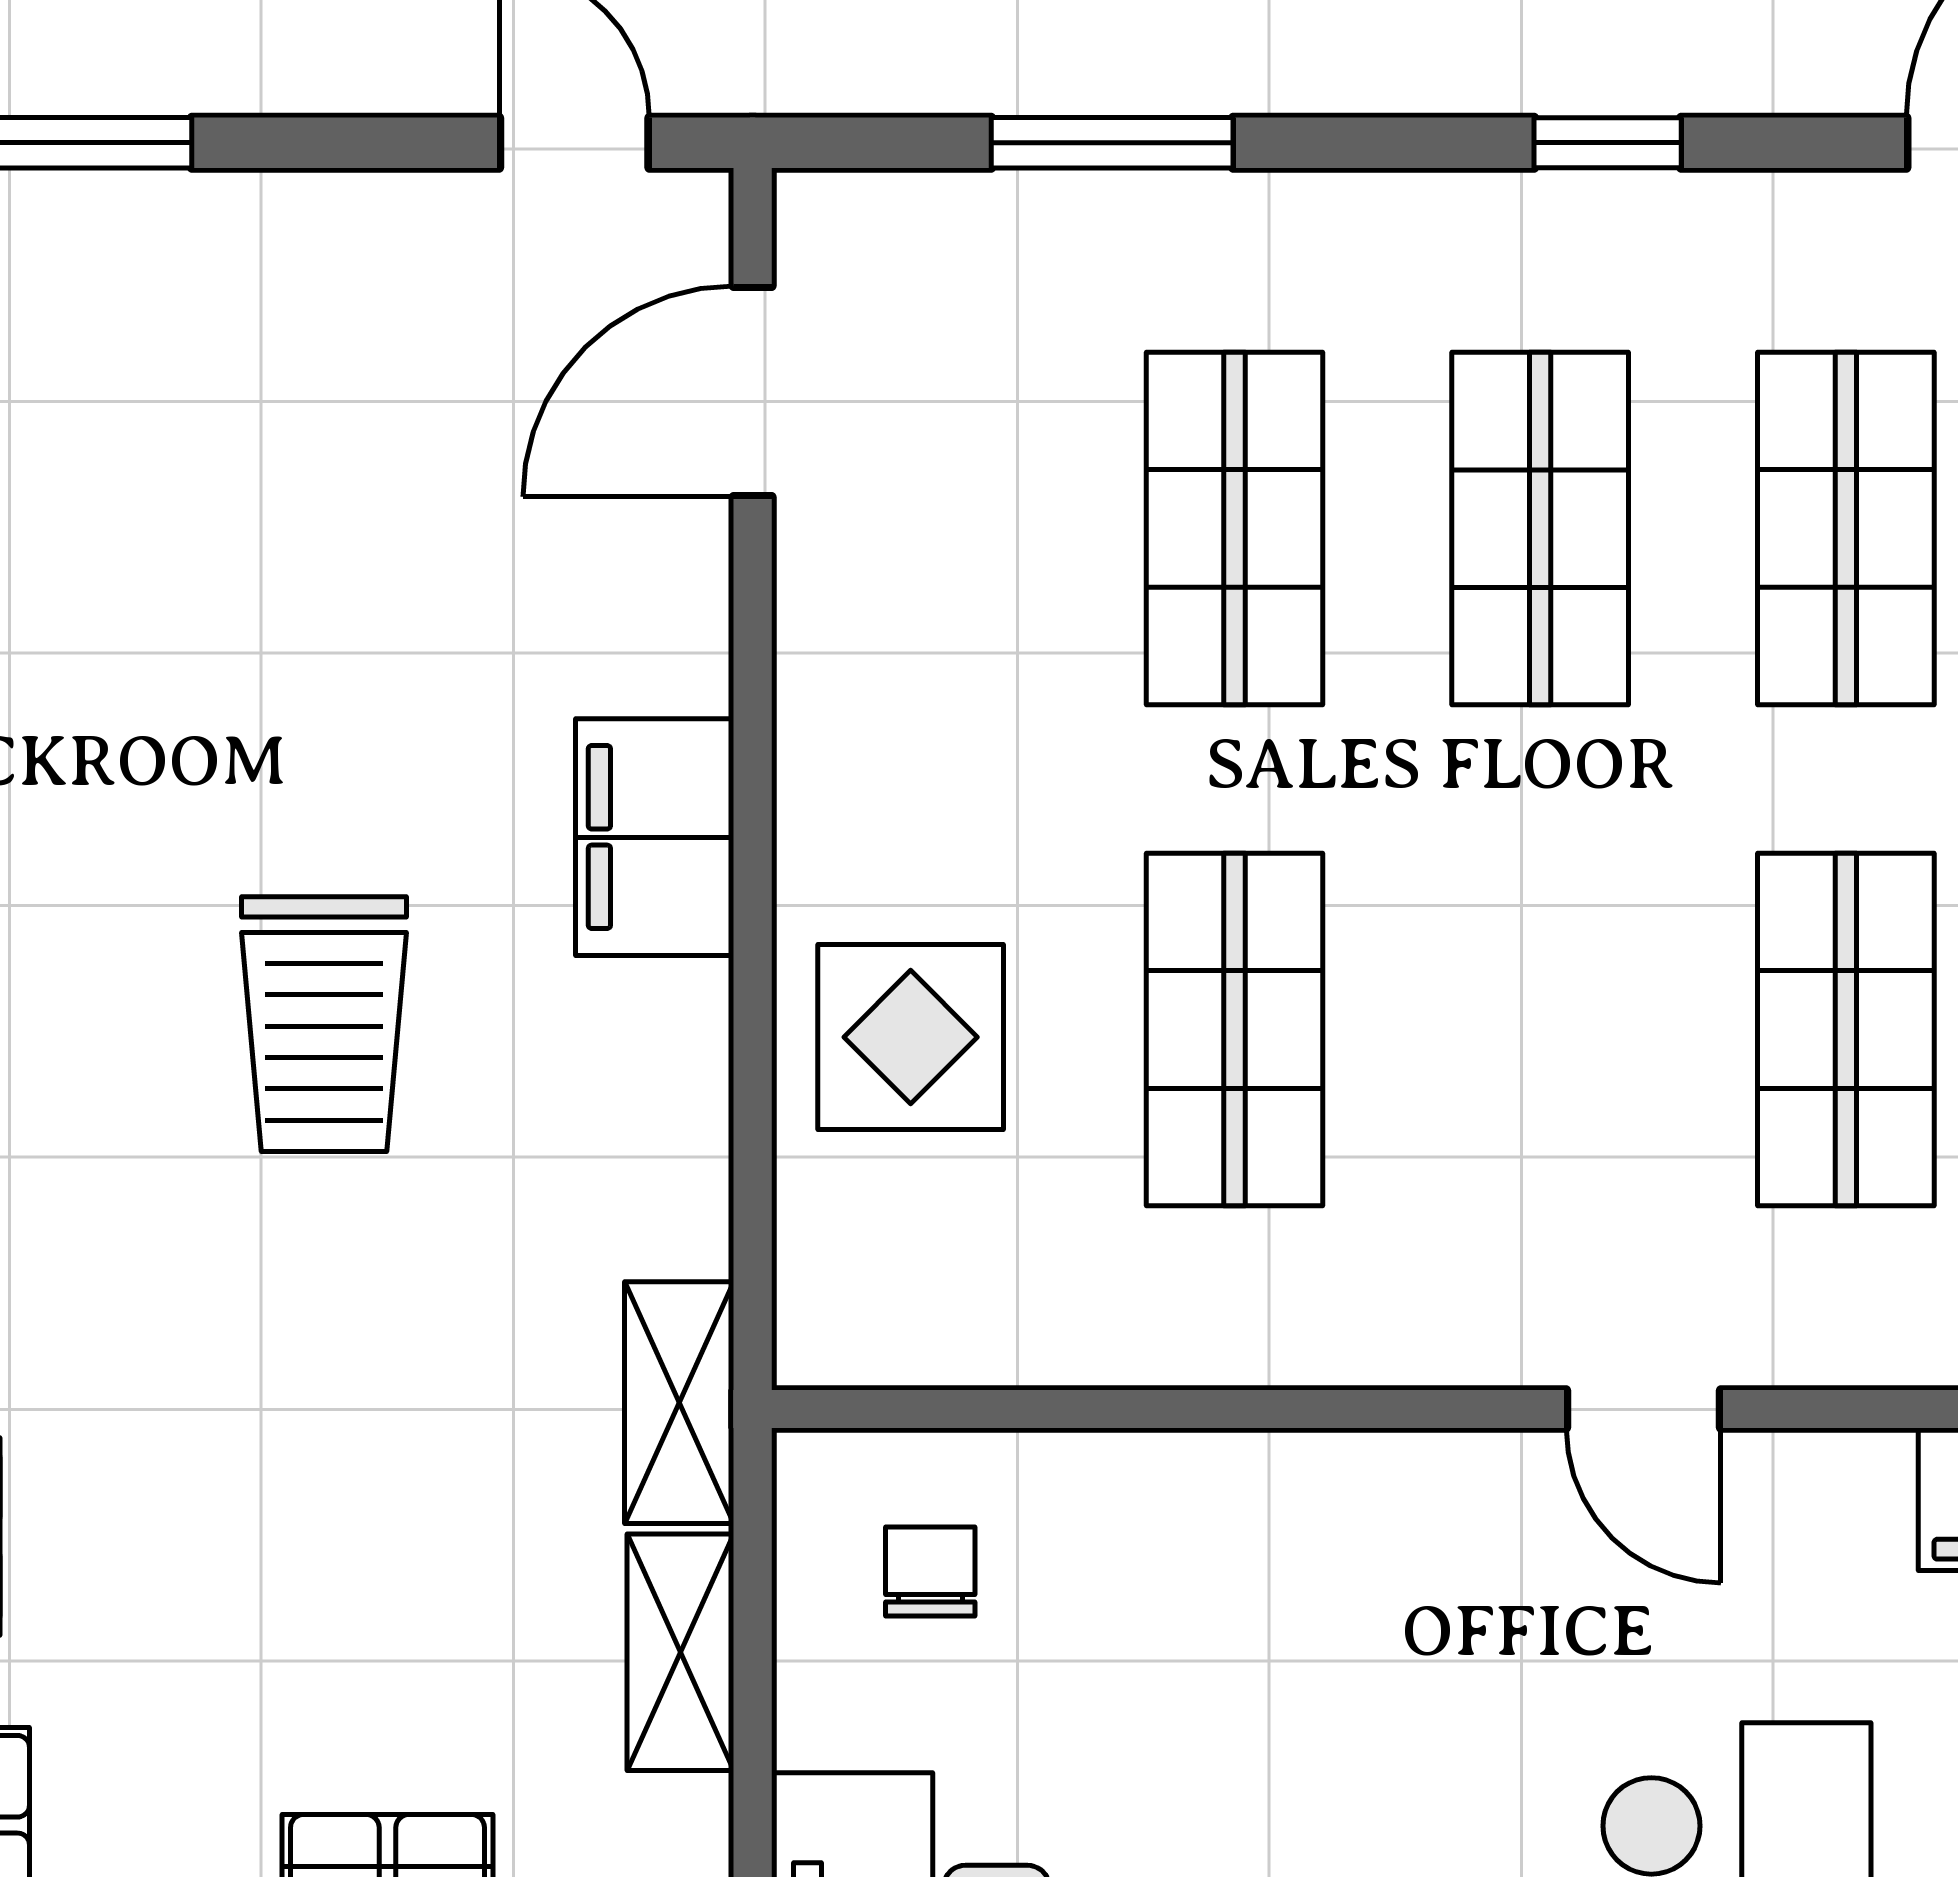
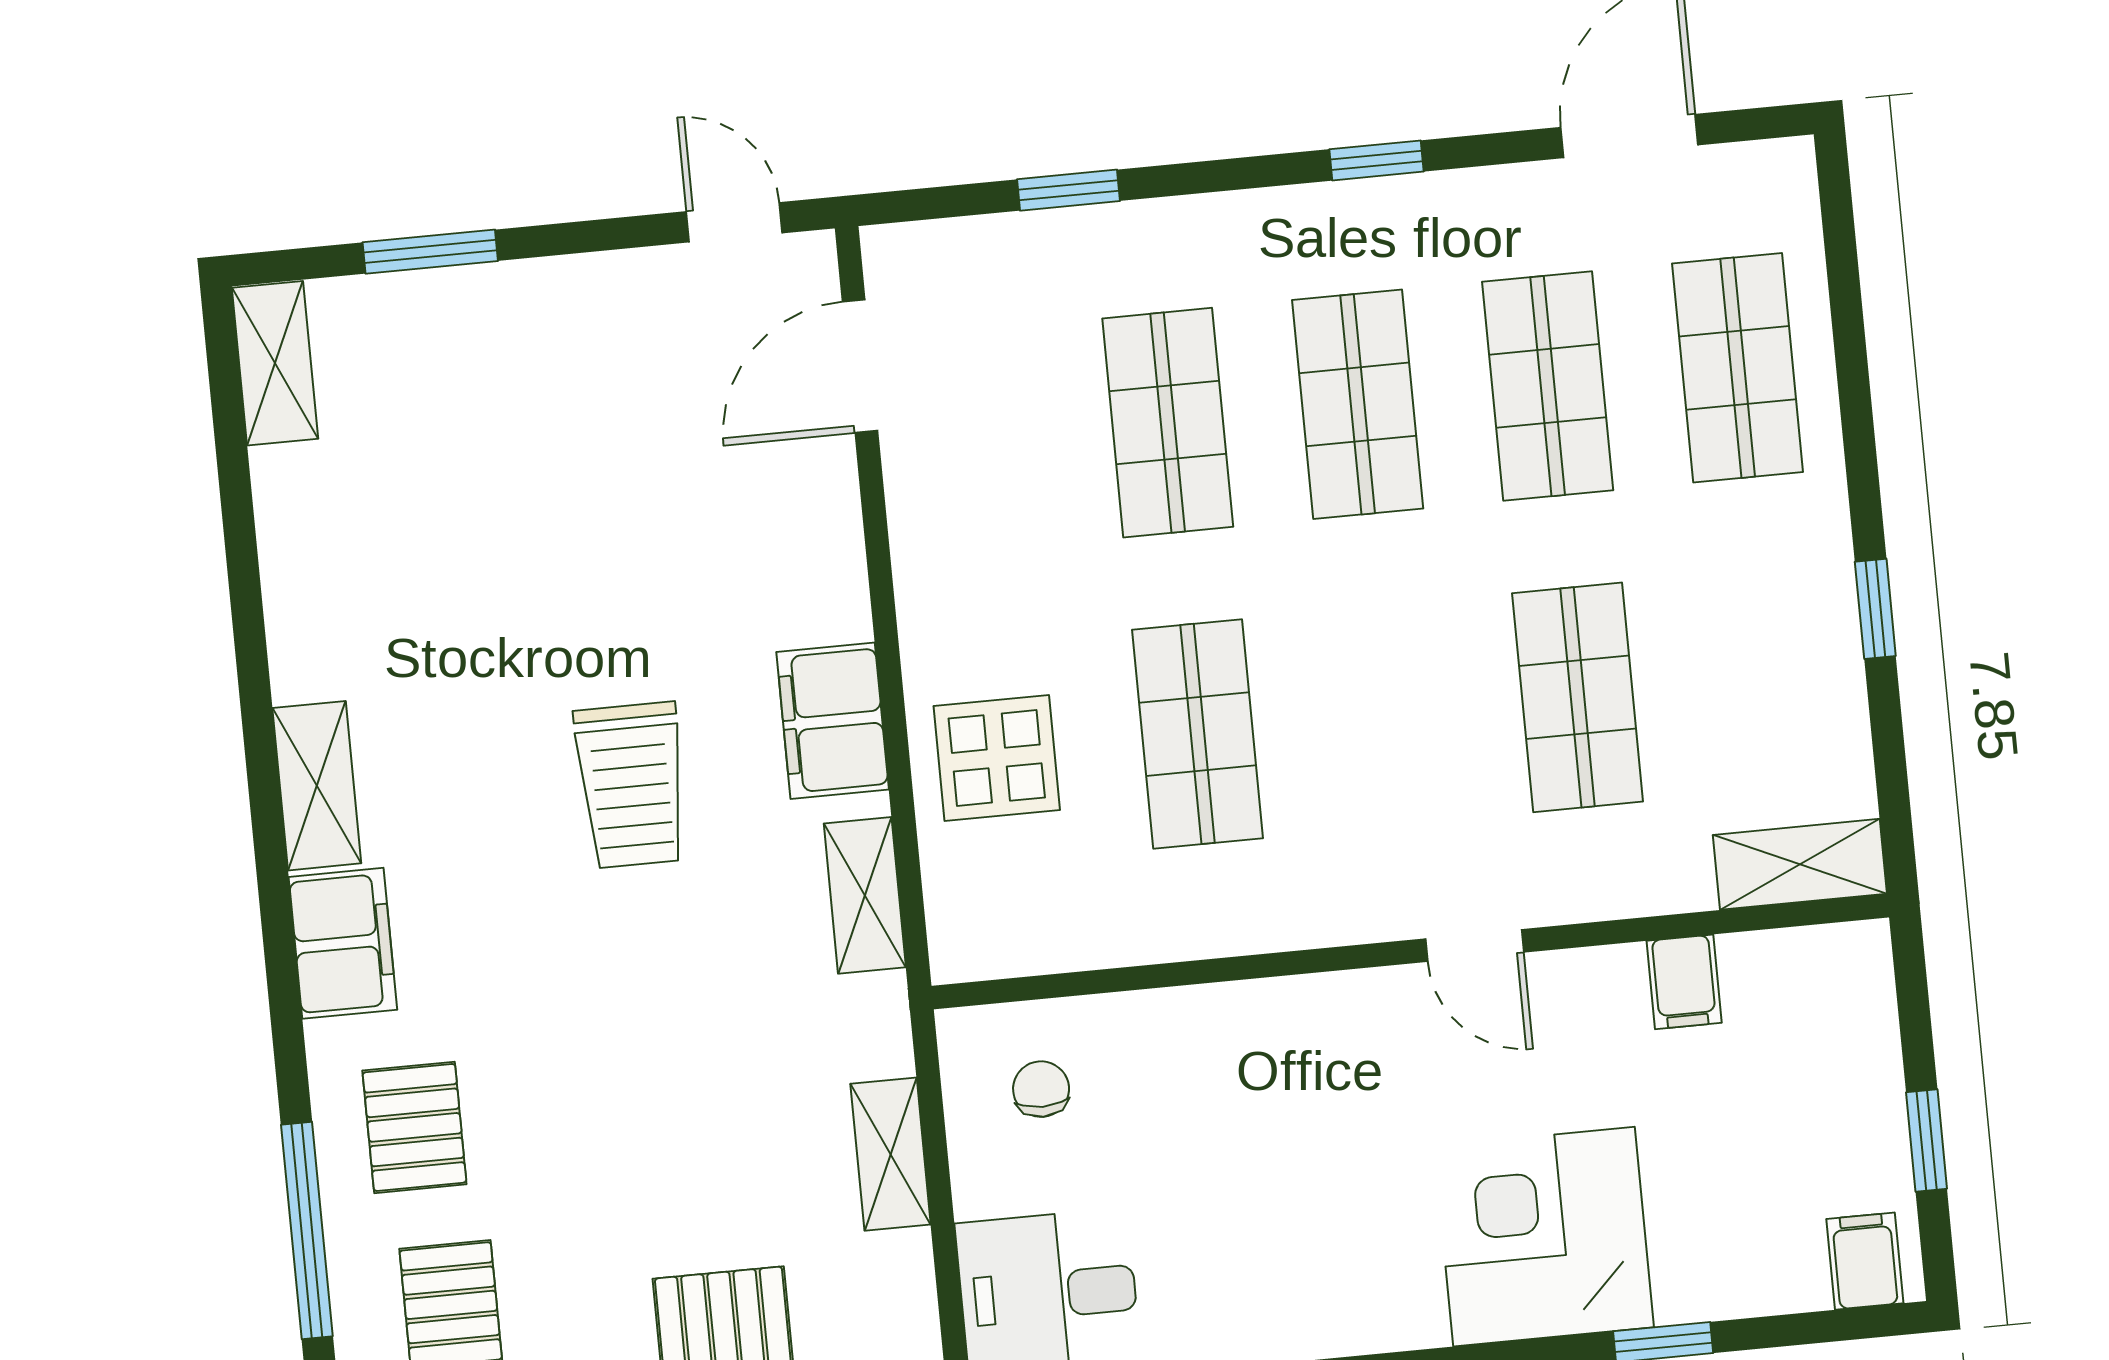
window: (1112, 143) -> (1068, 190), width x0.67
filing cabinet: (655, 837) -> (833, 721), moved
shelving: (679, 1403) -> (865, 895), moved

